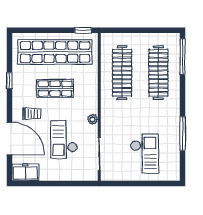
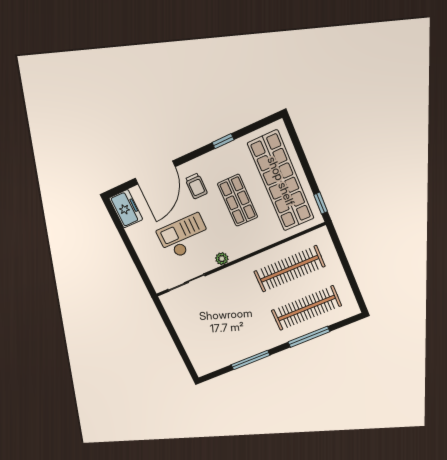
window: (182, 57) -> (309, 337), moved
checkout: (145, 154) -> (210, 330), removed

